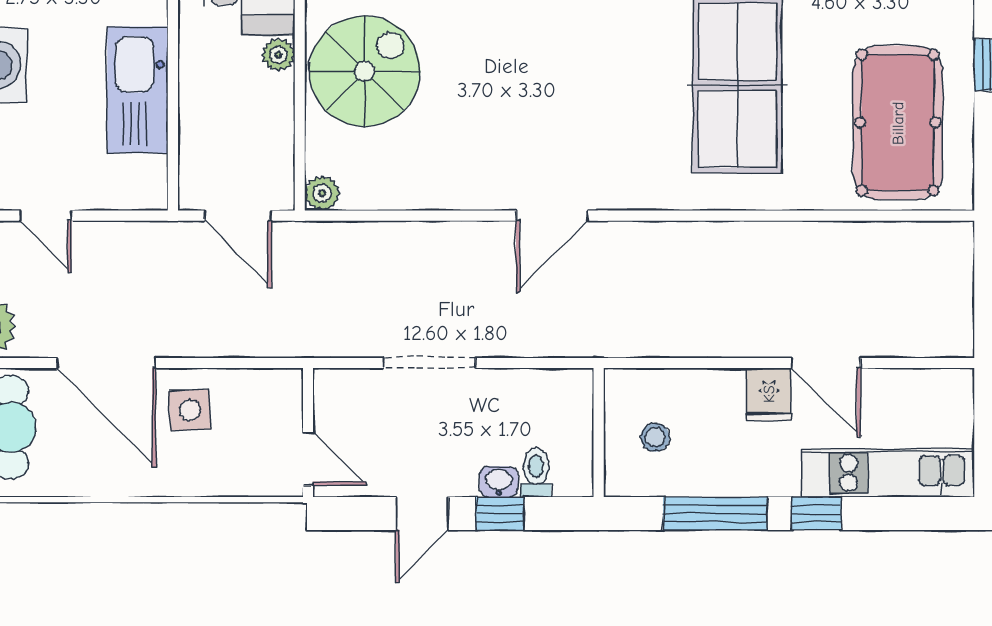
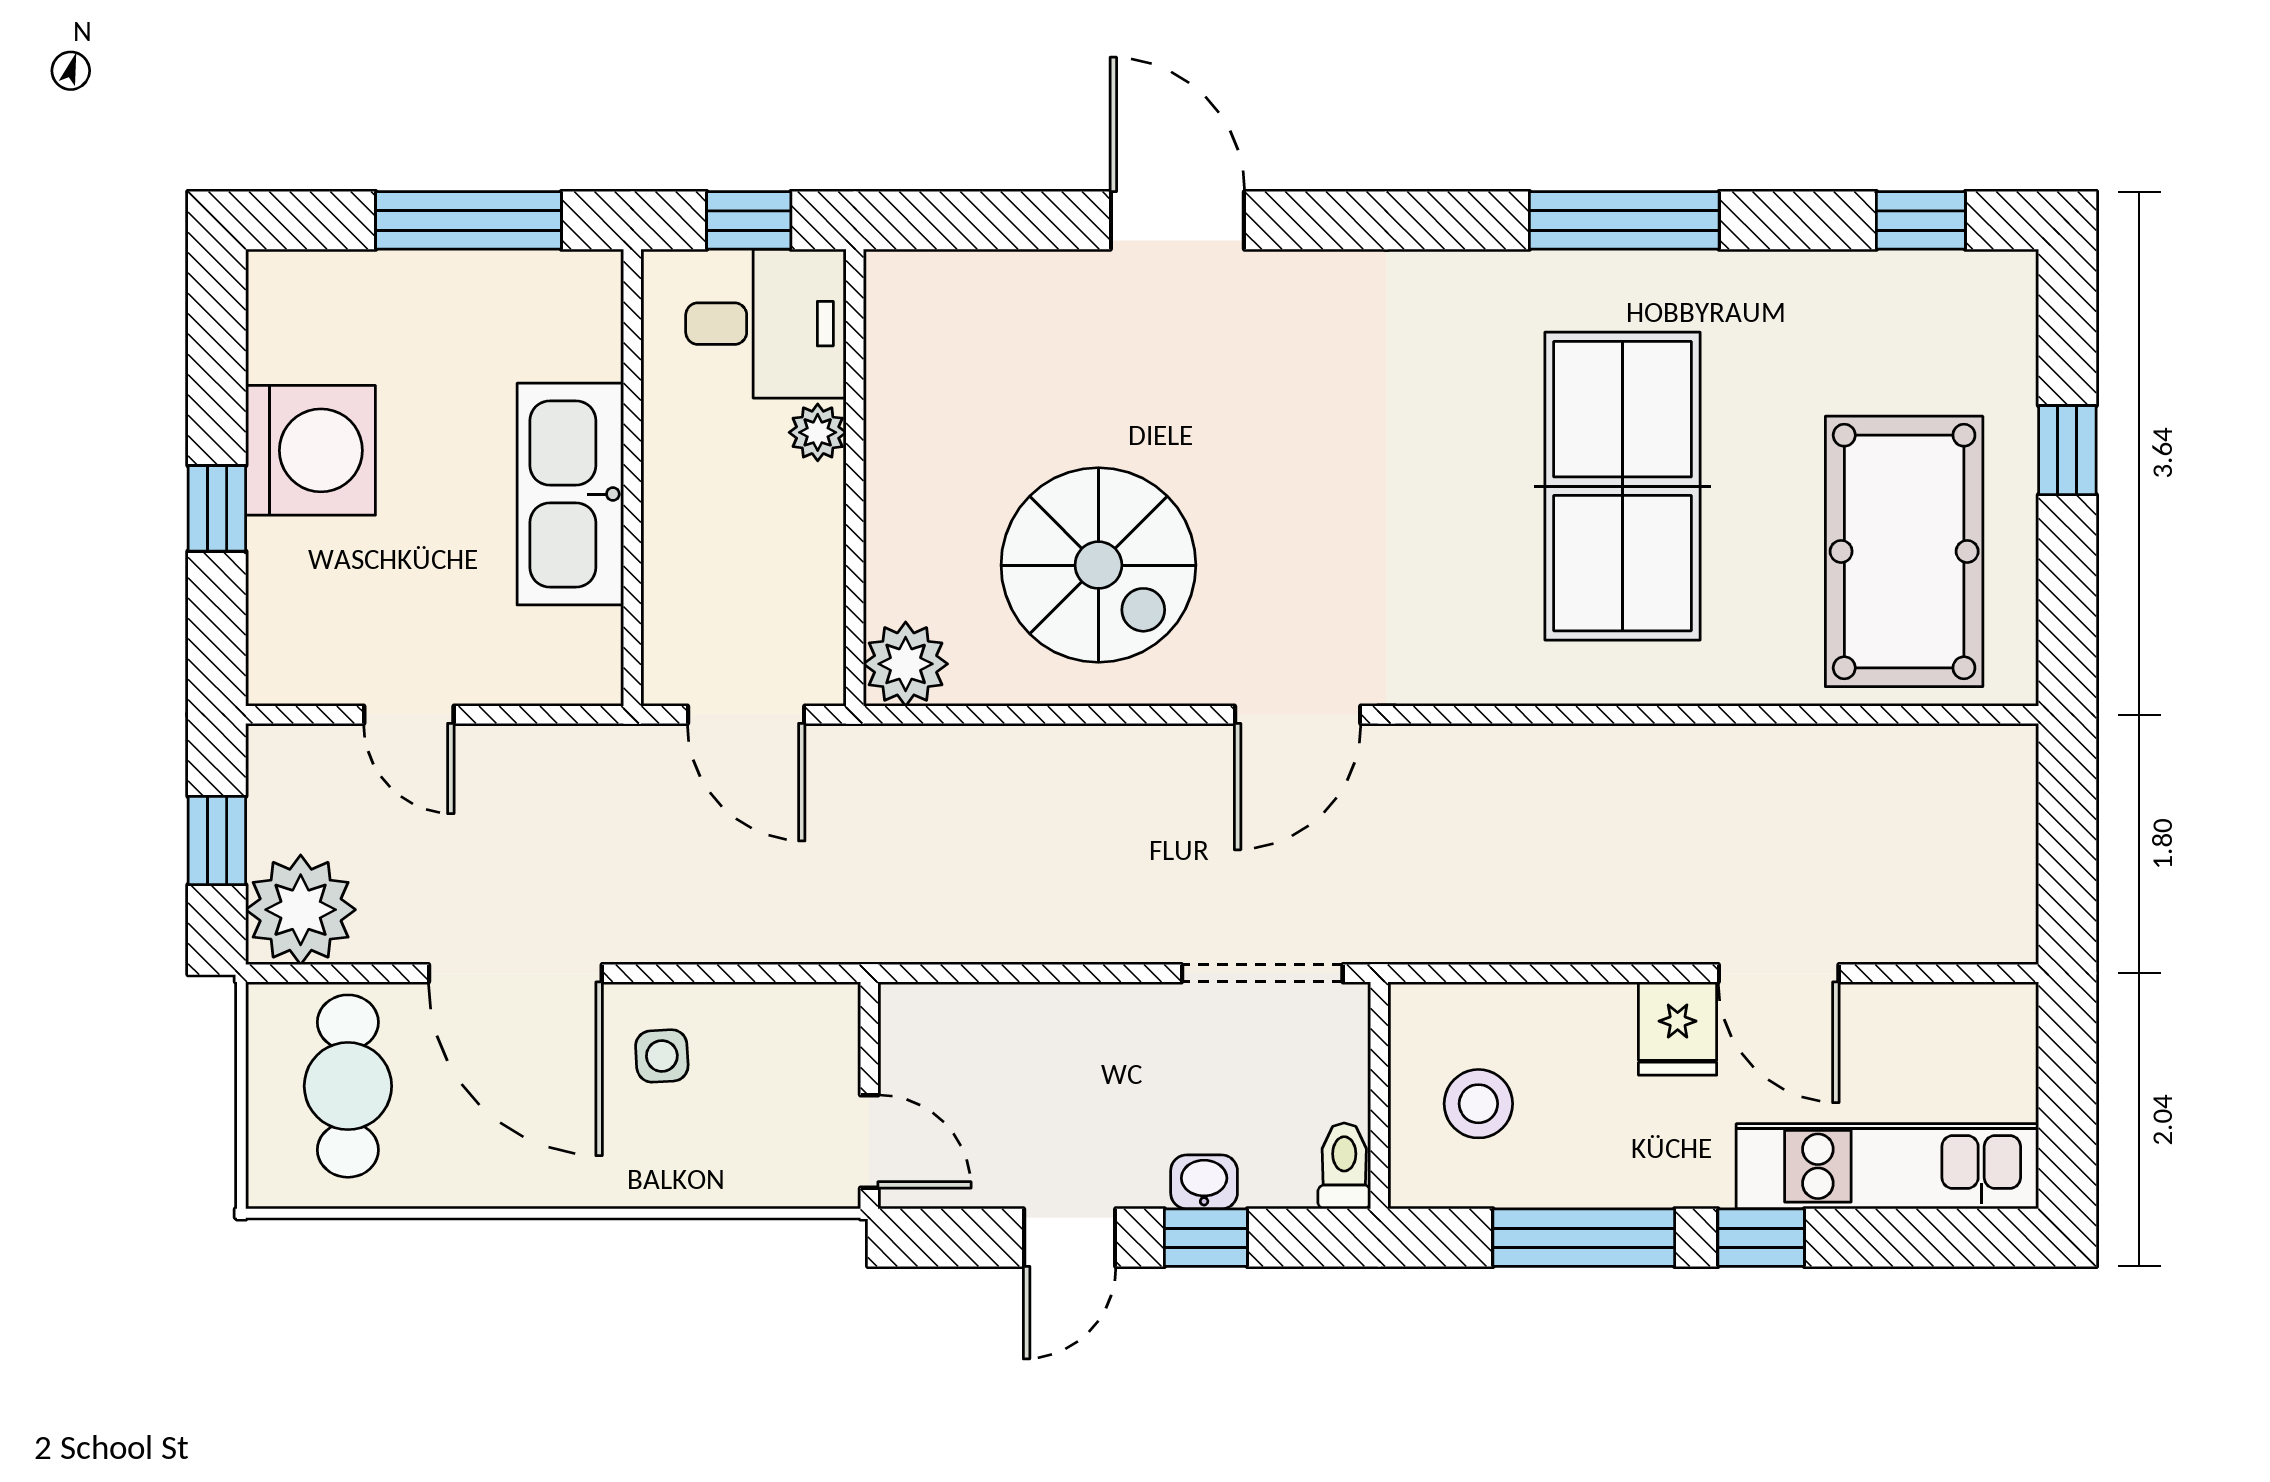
spiral stairs: (365, 71) -> (1098, 565), moved, turned 90
plant: (322, 193) -> (906, 664), width x1.38, depth x1.38
doorway: (430, 363) -> (1262, 973), moved
side table: (190, 410) -> (662, 1056), width x0.73, depth x0.73
stool: (655, 437) -> (1478, 1104), width x1.37, depth x1.37
toilet: (536, 473) -> (1344, 1166), moved

